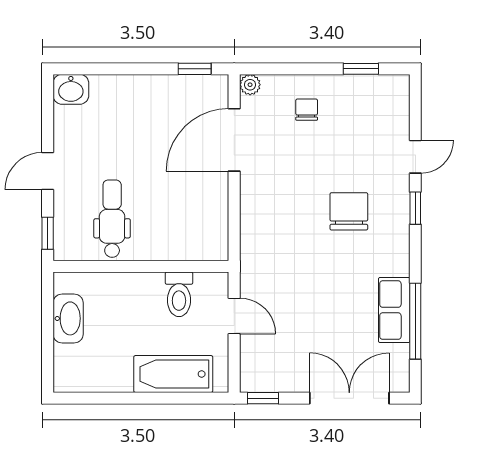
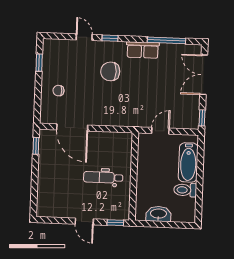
plant: (250, 85) -> (45, 118), removed
washbasin: (71, 89) -> (44, 208), removed
dental chair: (112, 219) -> (103, 177), moved
toilet: (179, 294) -> (185, 190), moved, turned 180
row of seats: (394, 310) -> (143, 50), moved

